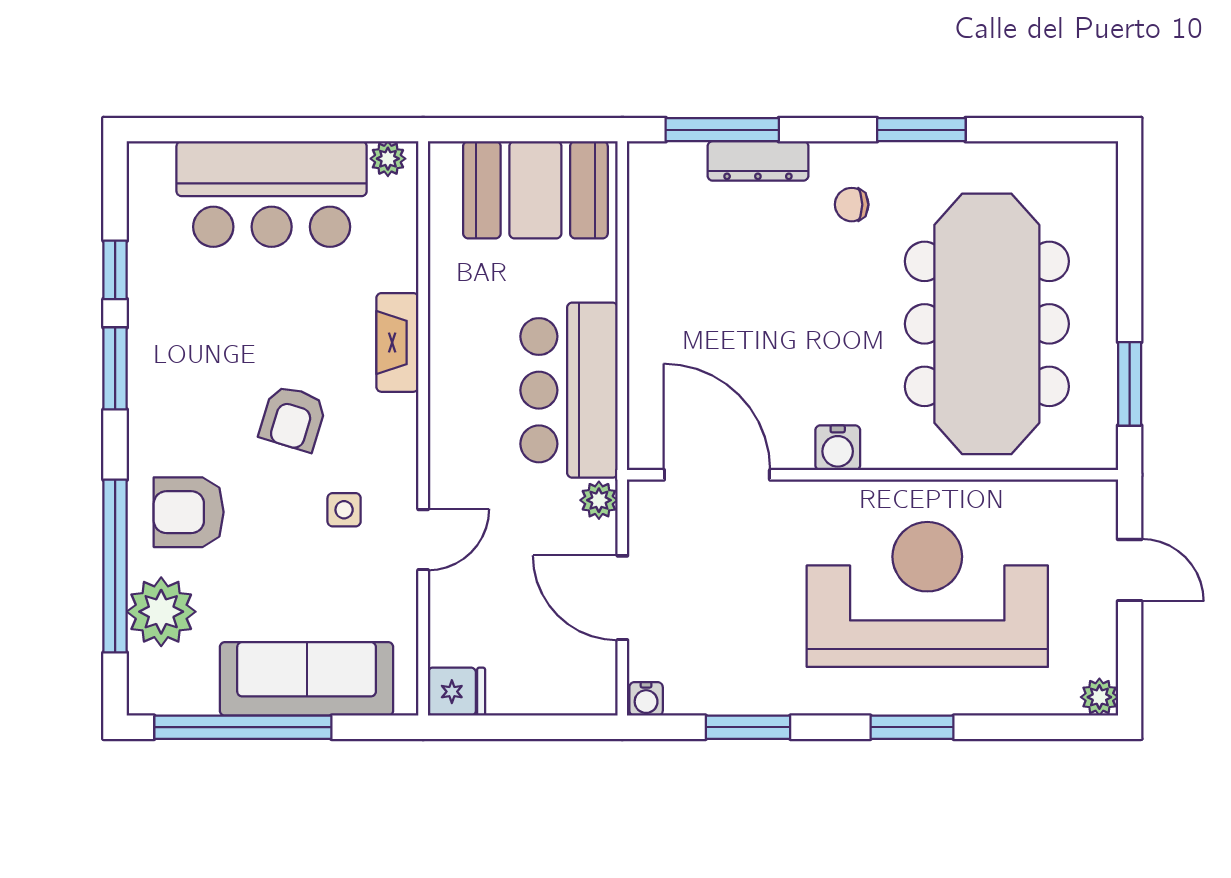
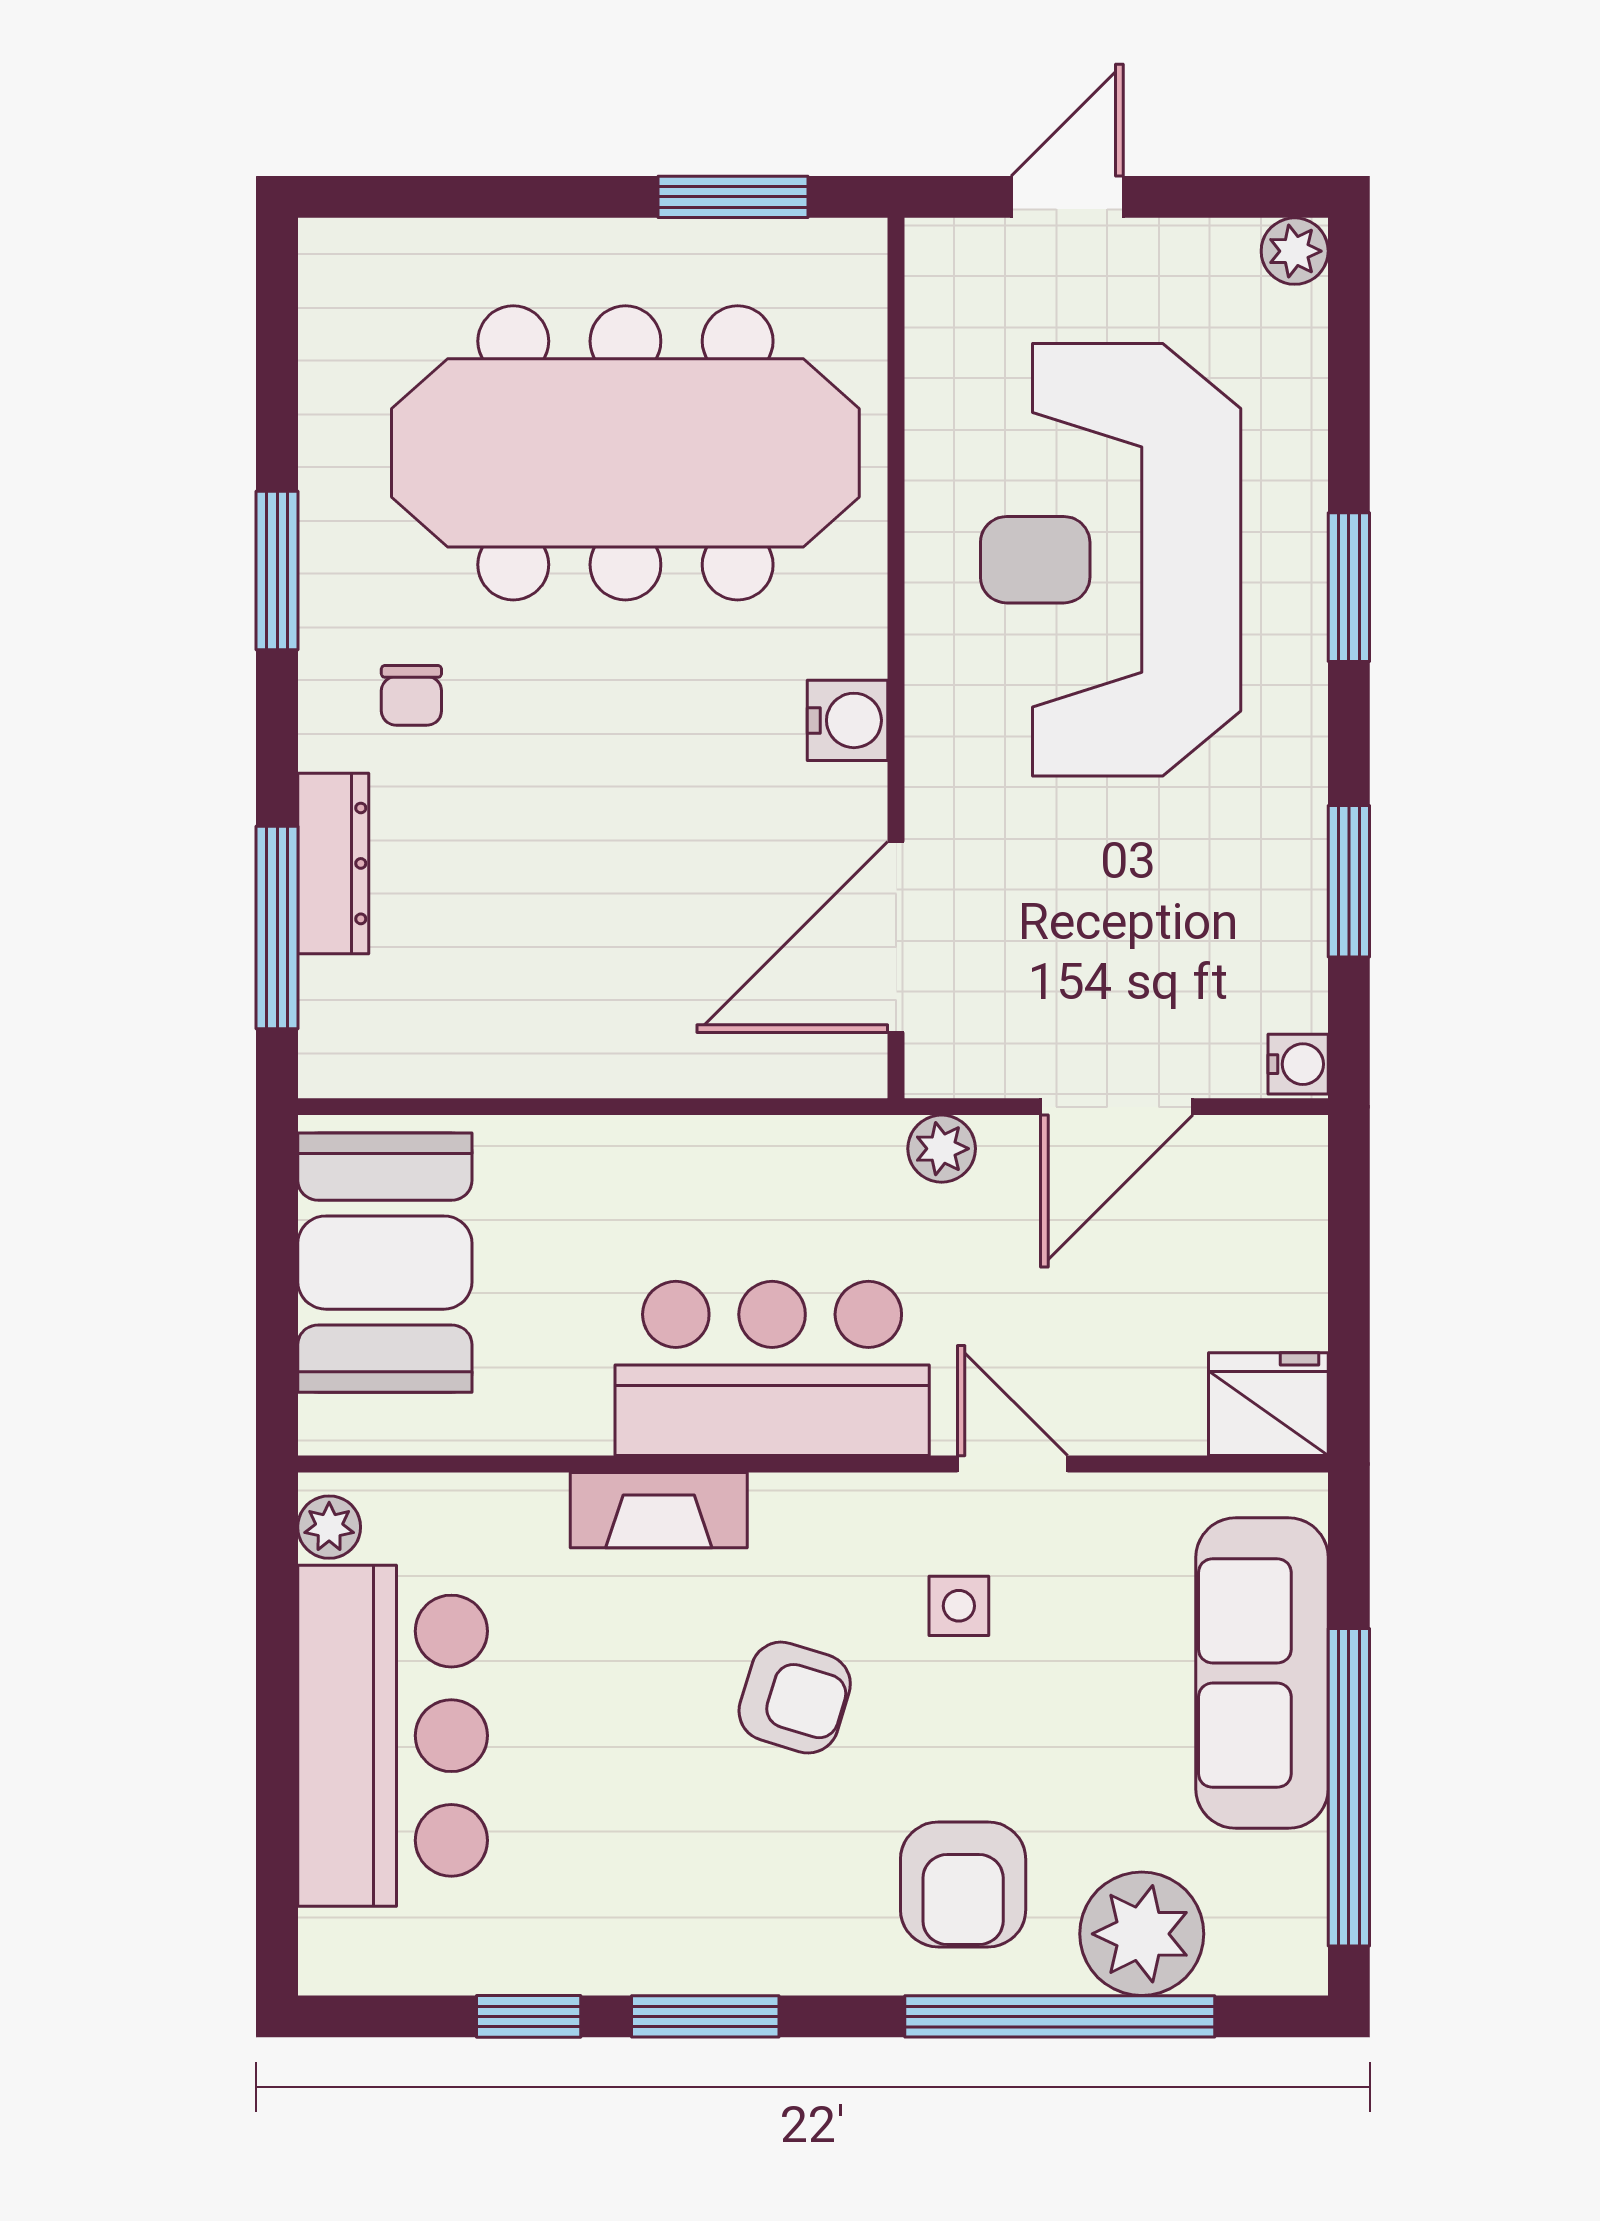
bar counter: (569, 390) -> (772, 1368), moved, turned 180
fridge: (456, 692) -> (1268, 1404), width x1.38

